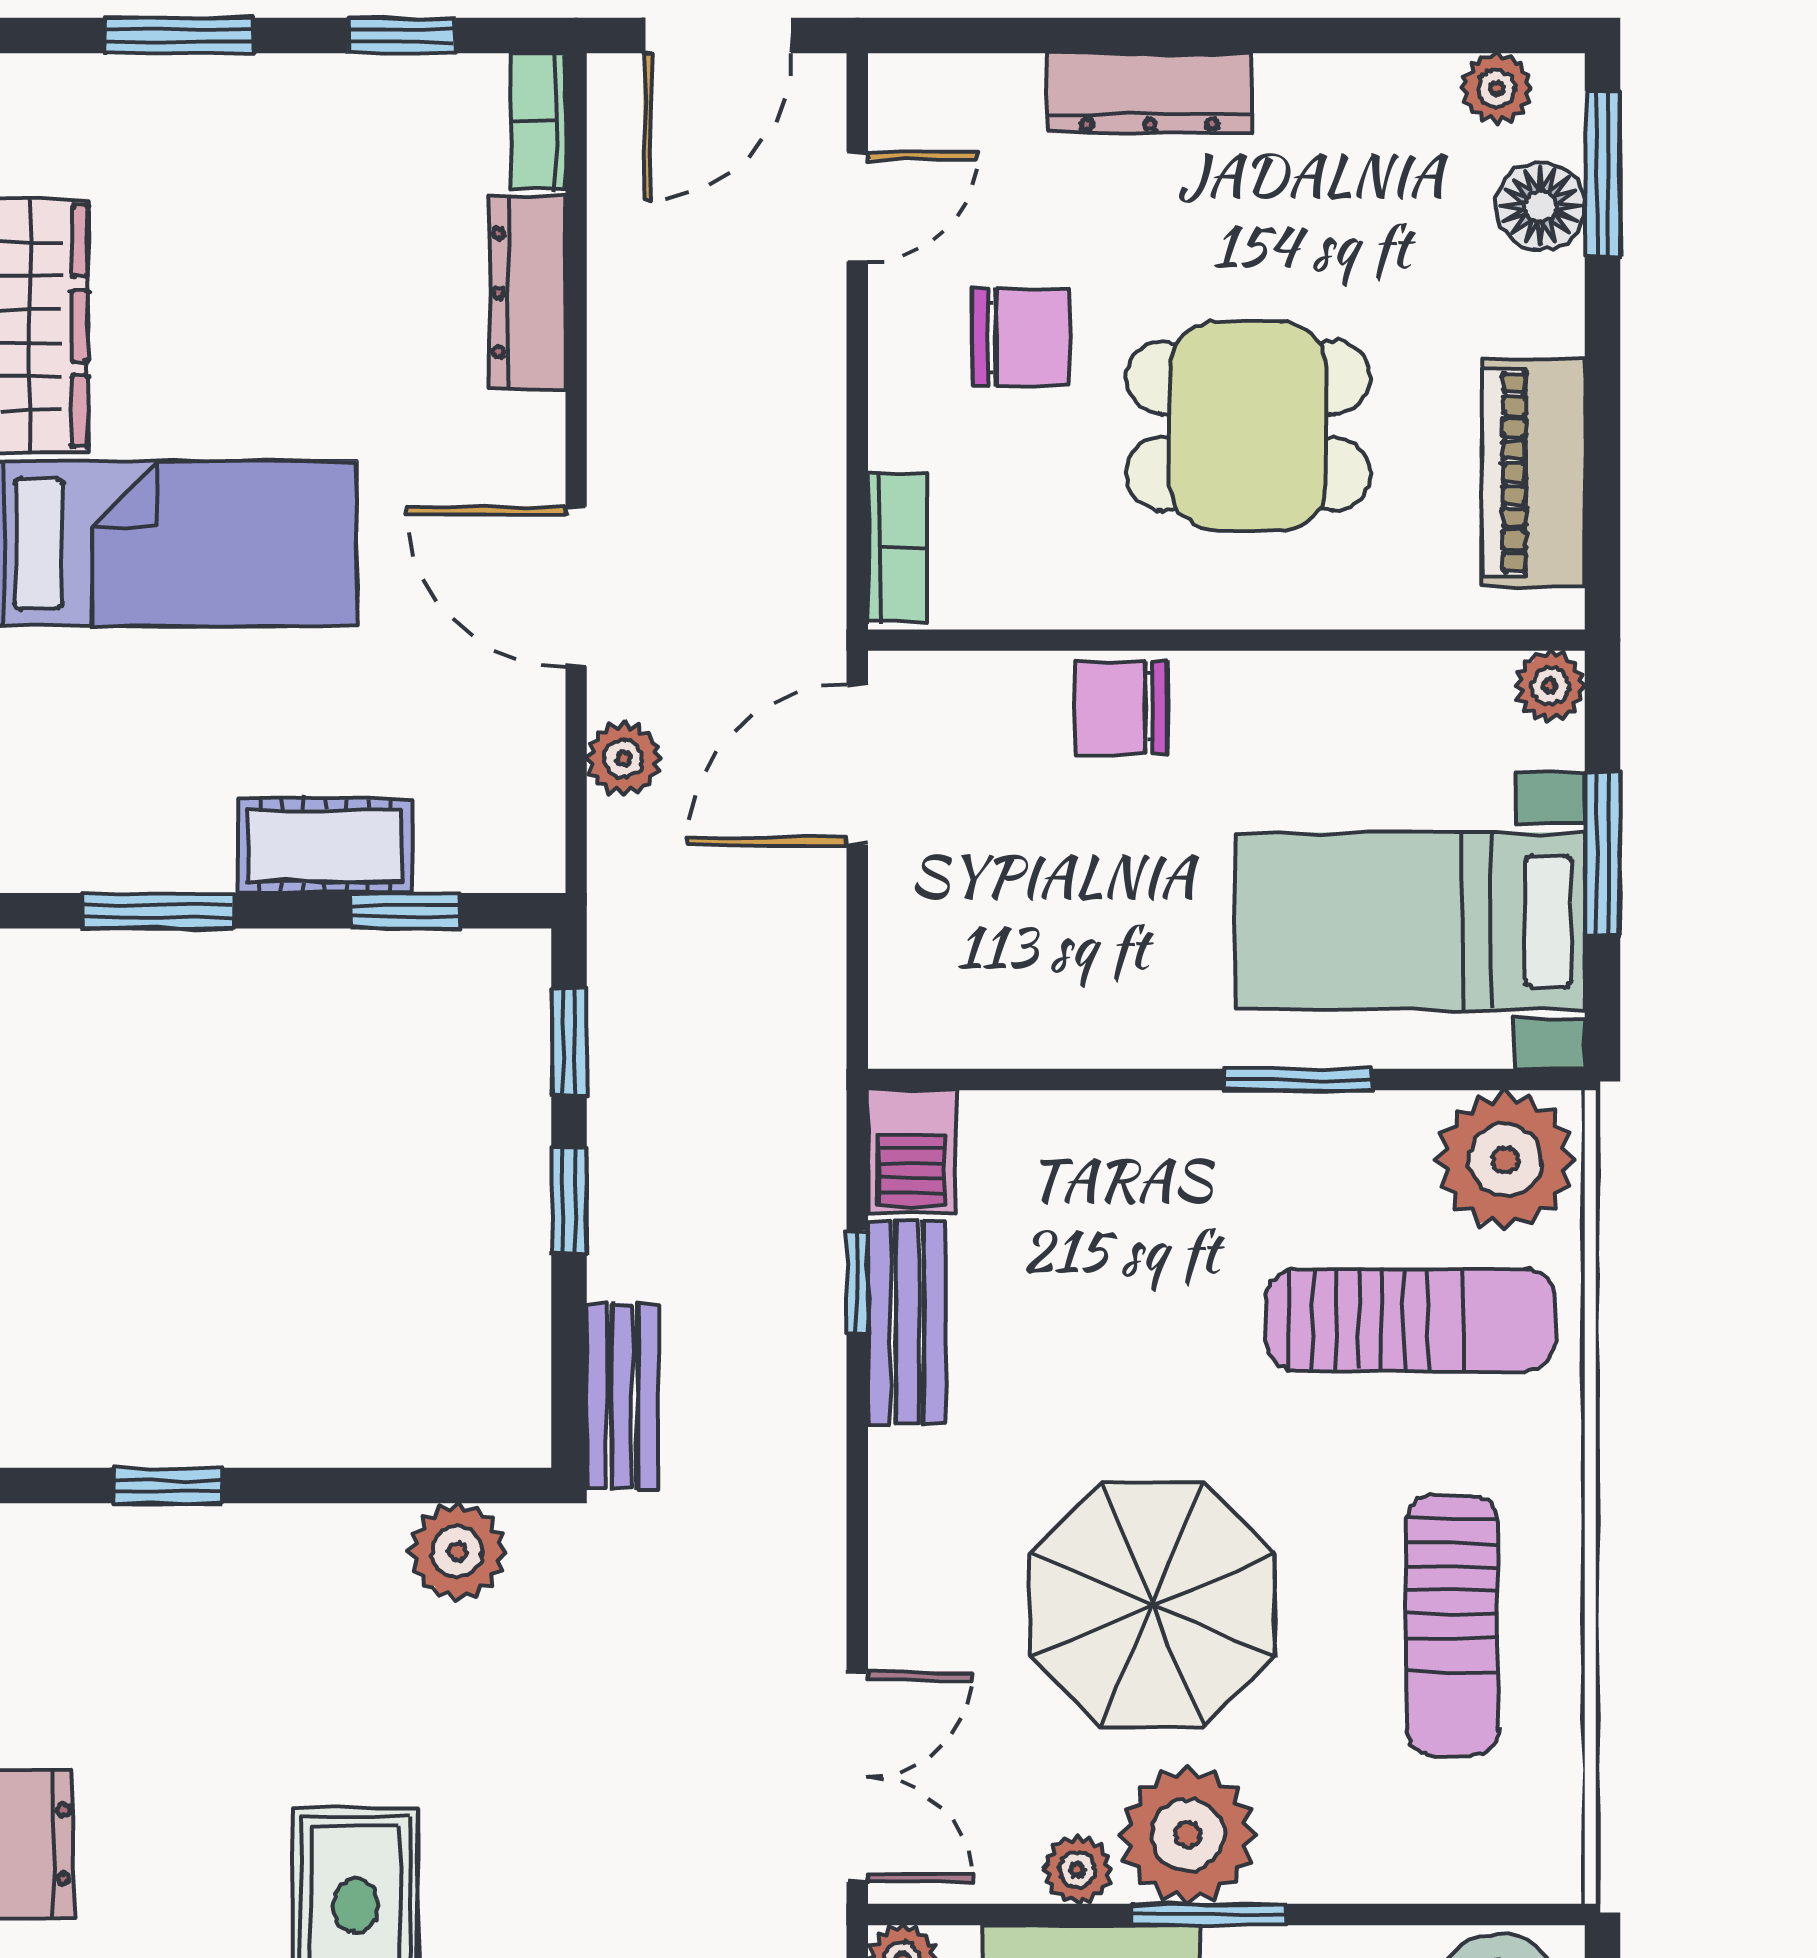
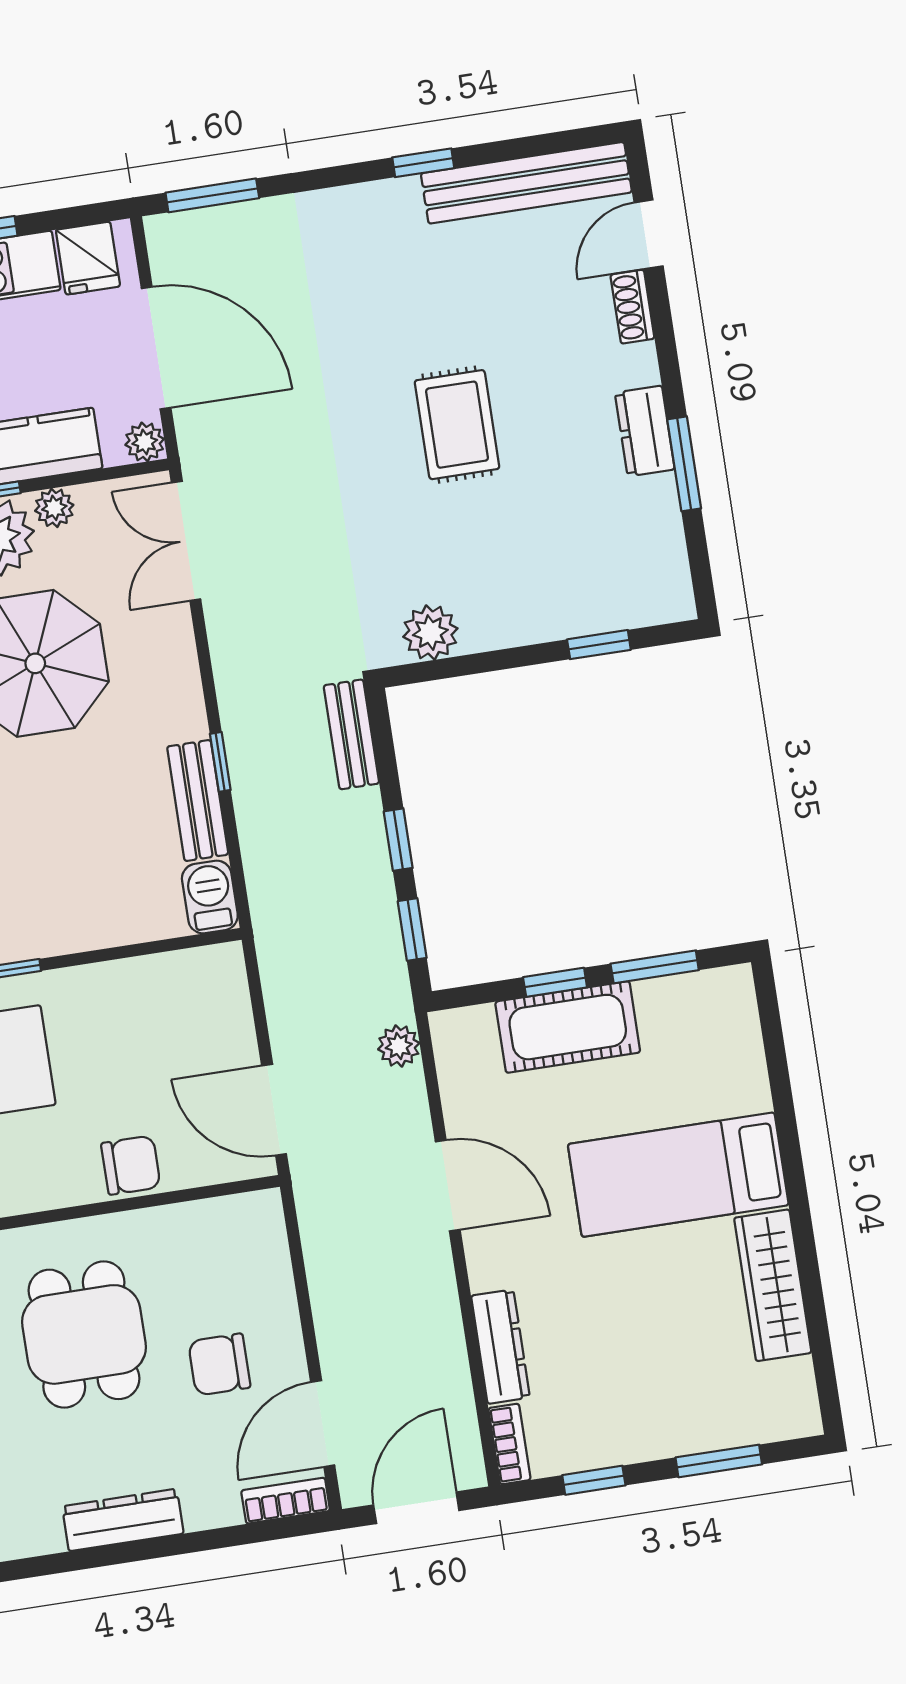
dresser: (1150, 93) -> (123, 1520), moved
door: (857, 207) -> (323, 1424), width x1.37
dining table: (1248, 426) -> (84, 1334), turned 90
bookcase: (898, 547) -> (286, 1501), moved, turned 90
plant: (624, 759) -> (399, 1046), moved
door: (857, 765) -> (274, 1110), swing flipped
cot: (325, 846) -> (568, 1027), width x1.37, depth x1.34
window: (406, 911) -> (555, 982), moved
window: (857, 1282) -> (220, 762), moved

